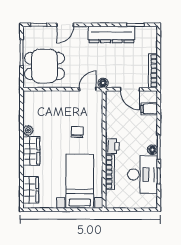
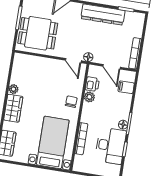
door: (88, 89) -> (73, 61), swing flipped
plant: (111, 126) -> (89, 97), added
chair: (77, 132) -> (71, 102), moved
printer: (112, 146) -> (92, 84), moved

